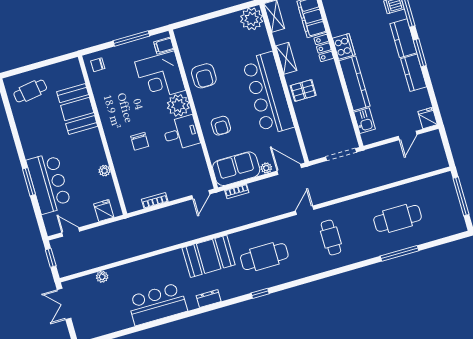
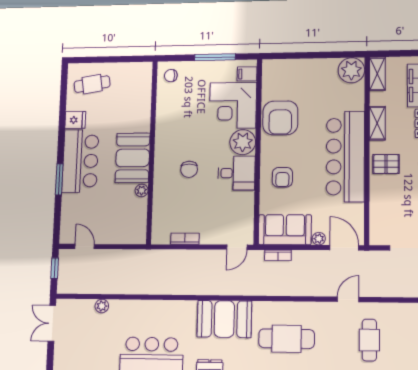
armchair: (204, 76) -> (280, 118), width x1.36, depth x1.36
booth: (77, 109) -> (133, 158), moved
bar counter: (49, 183) -> (80, 161), moved
fridge: (104, 211) -> (75, 120), moved, turned 90

